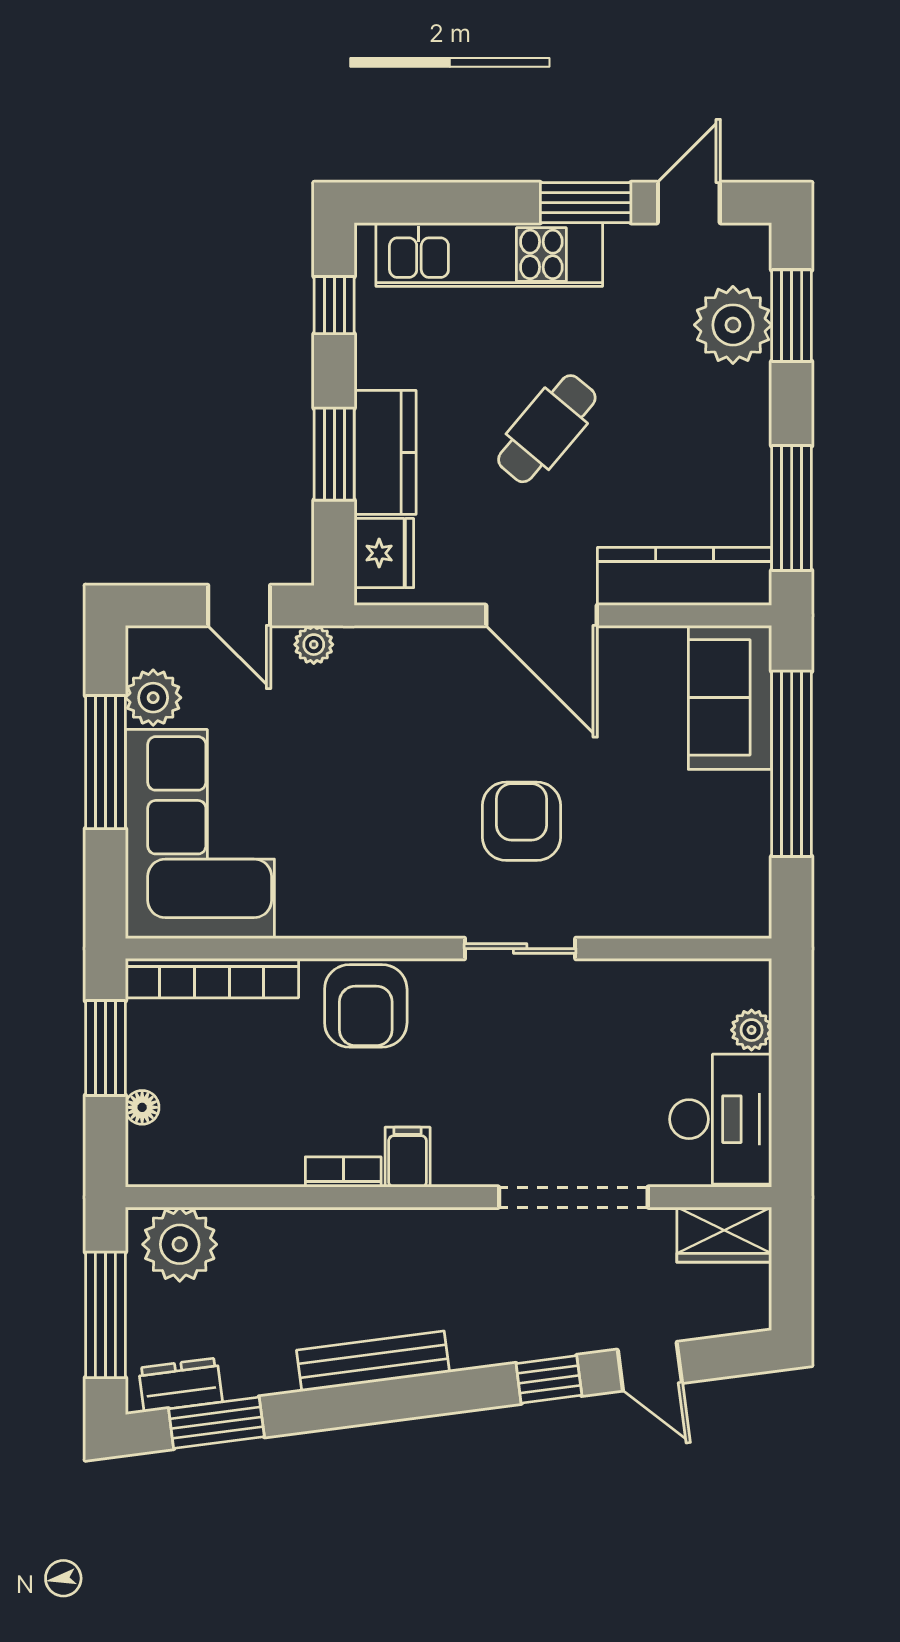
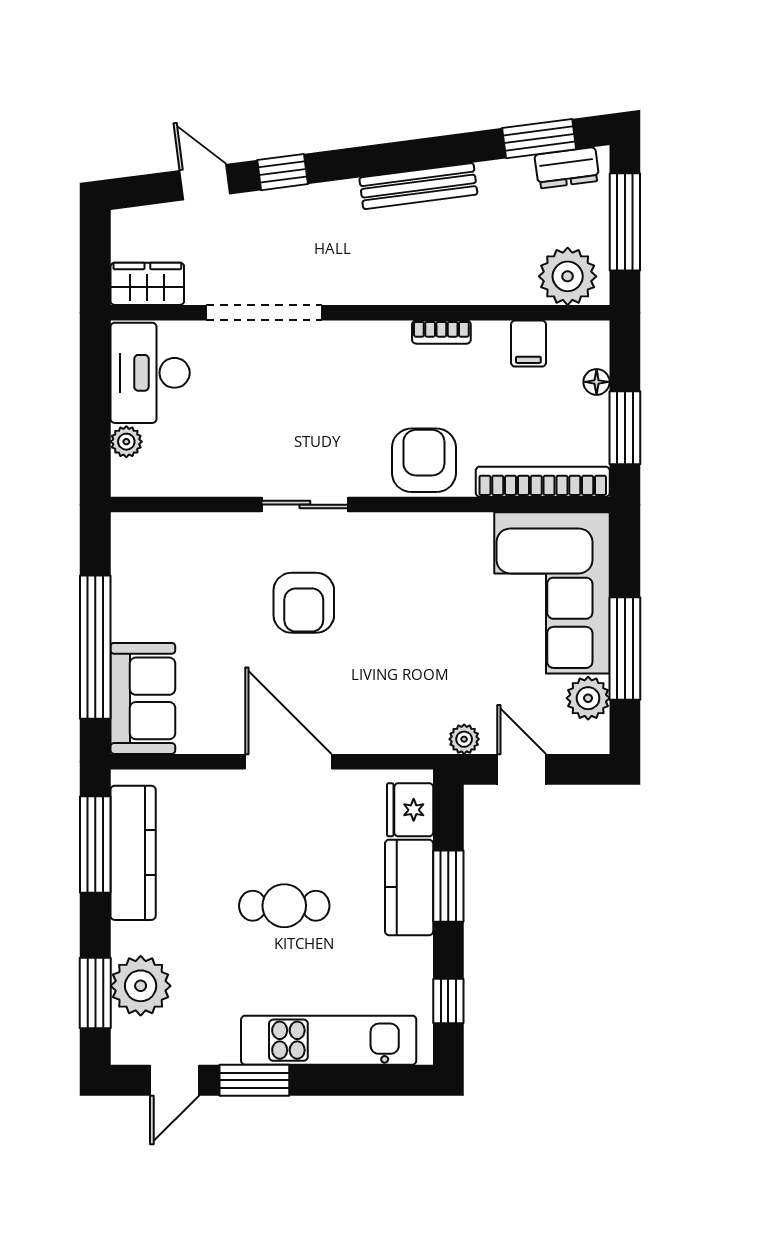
cafe table: (547, 429) -> (284, 906), turned 50
kitchen counter: (685, 576) -> (133, 853), moved, turned -90
filing cabinet: (408, 1157) -> (528, 344), moved

